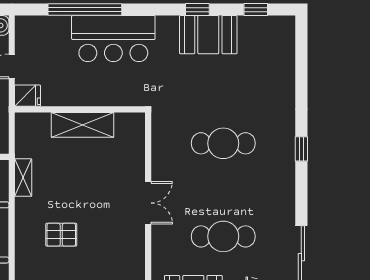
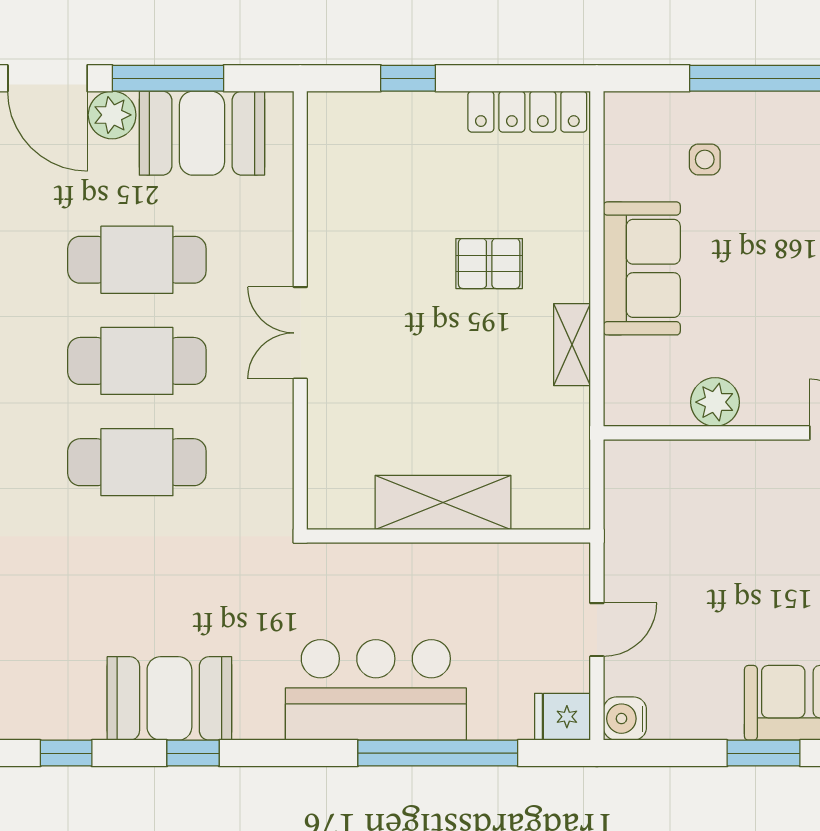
fridge: (28, 96) -> (562, 717), moved
shelving: (23, 178) -> (572, 345), moved
cafe table: (223, 190) -> (137, 361), added

